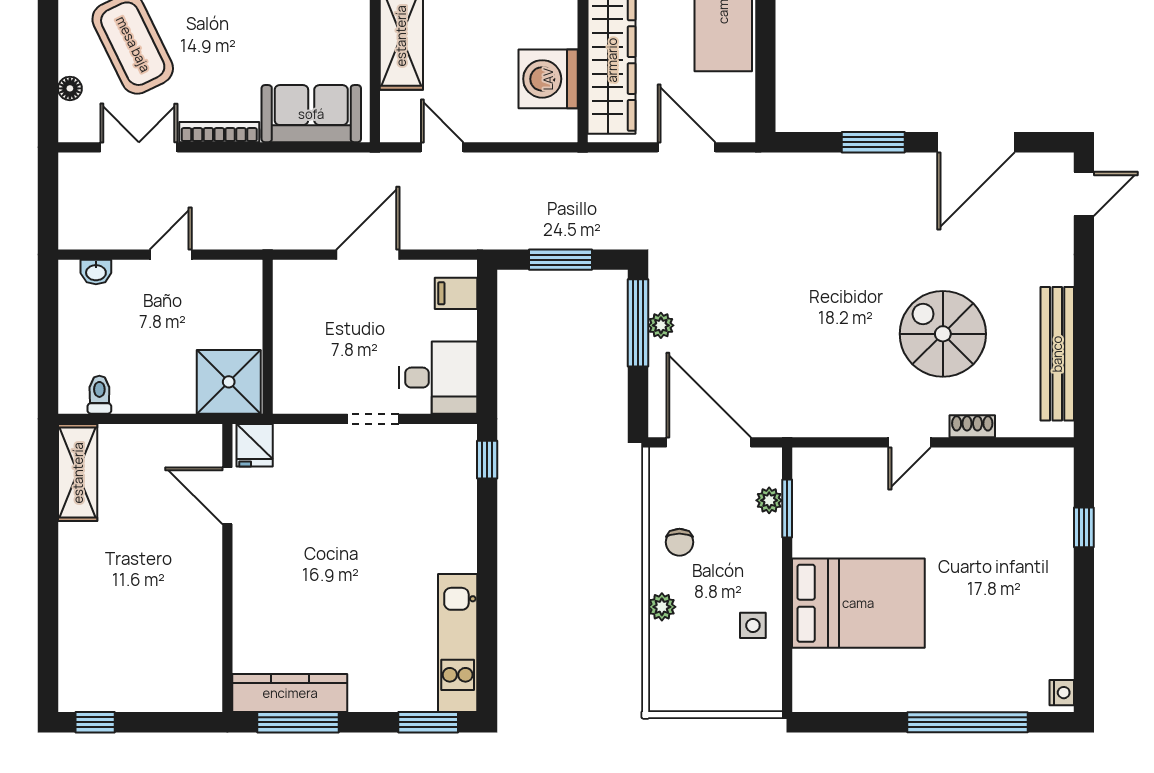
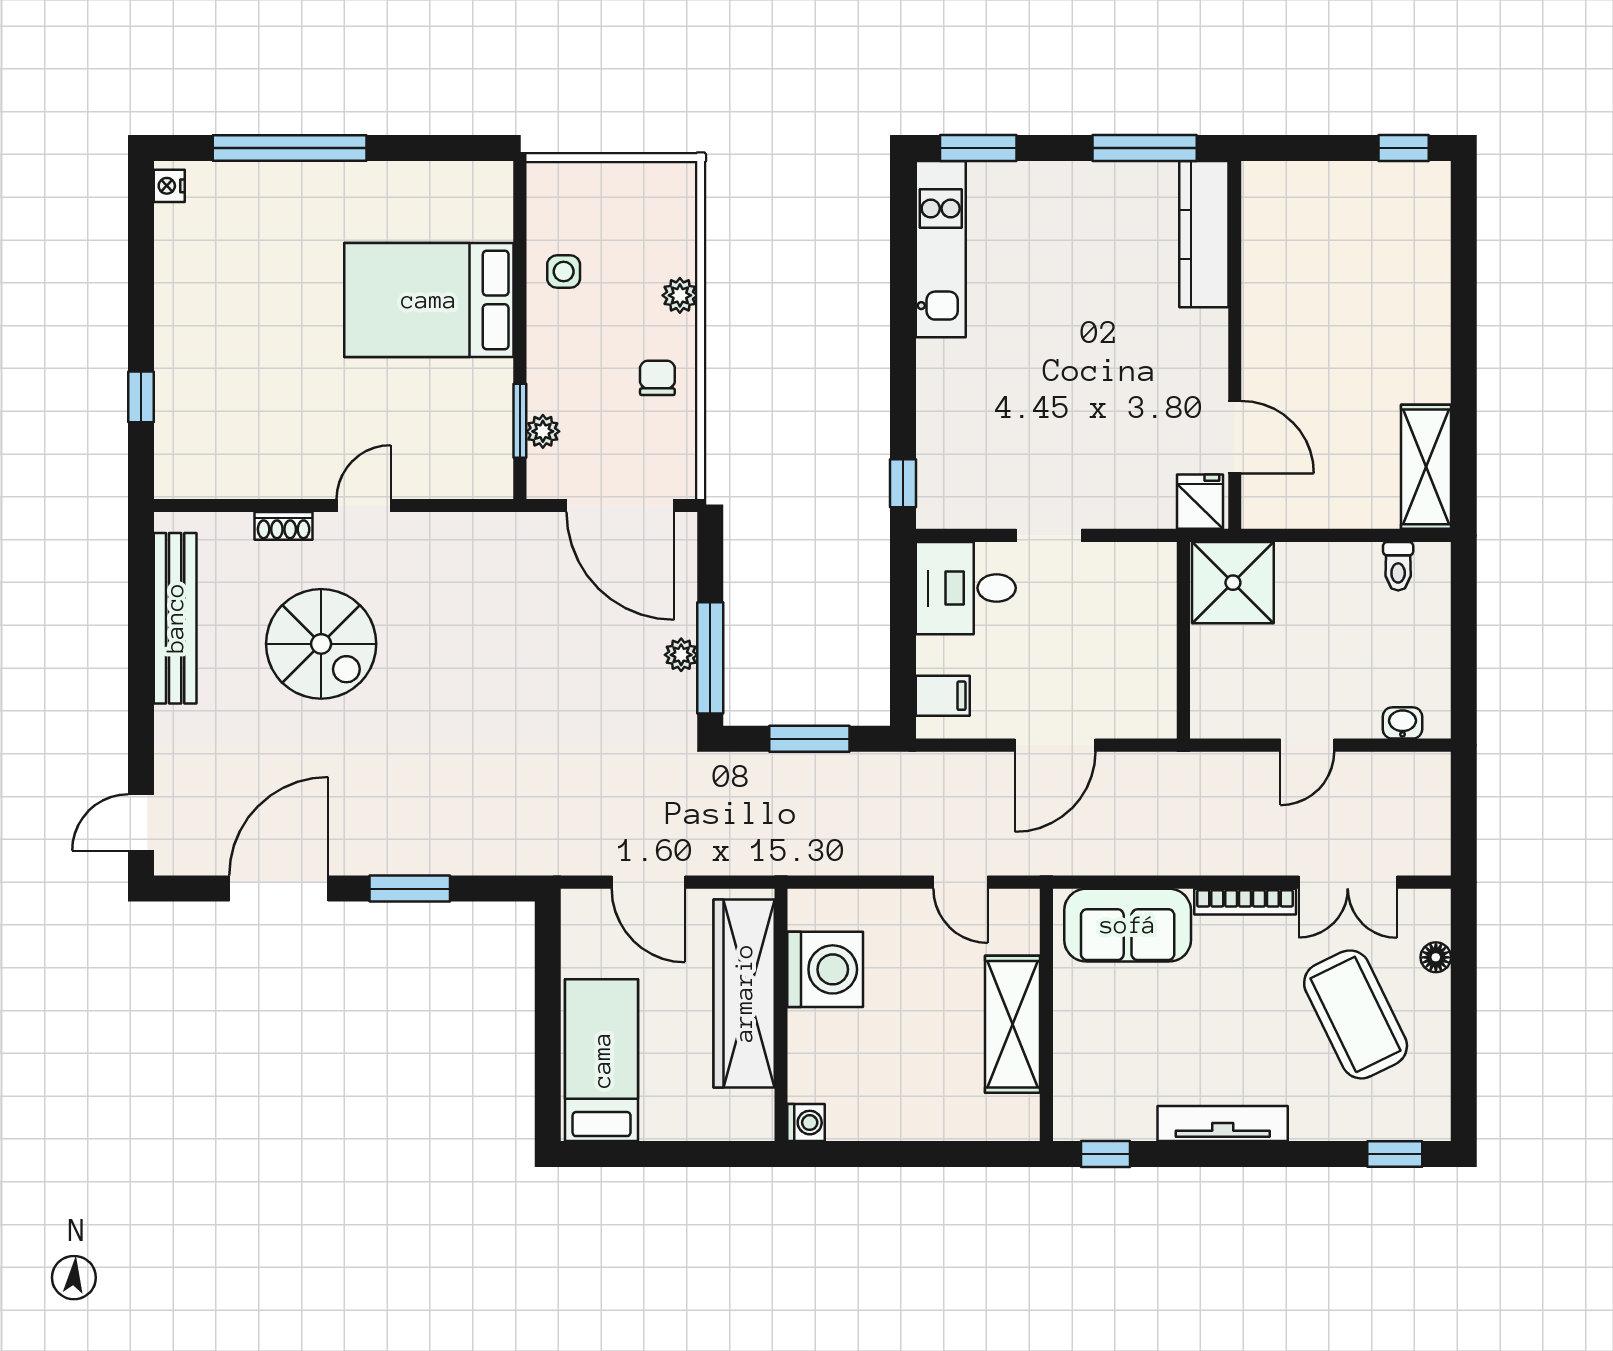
kitchen counter: (290, 693) -> (1204, 234), moved, turned 90

